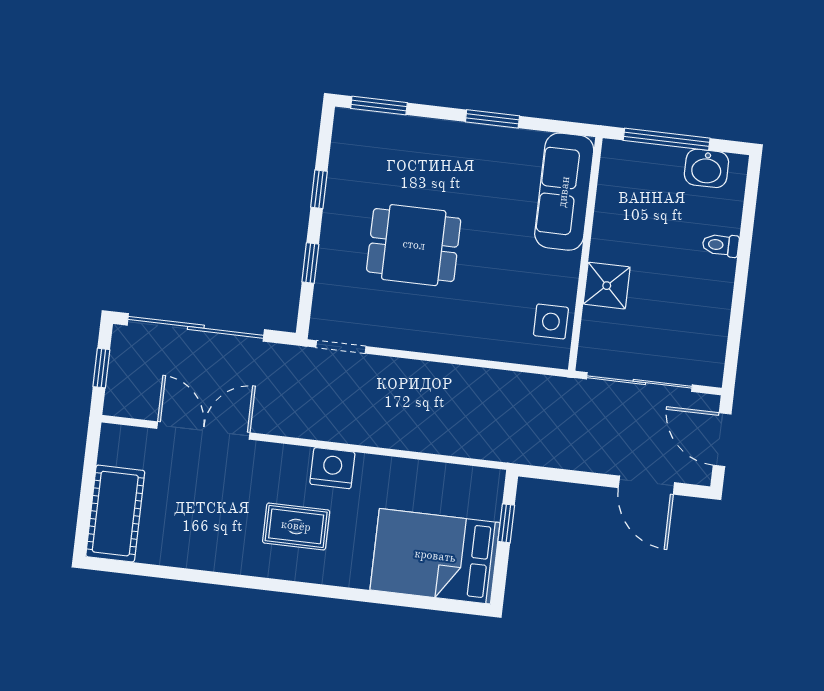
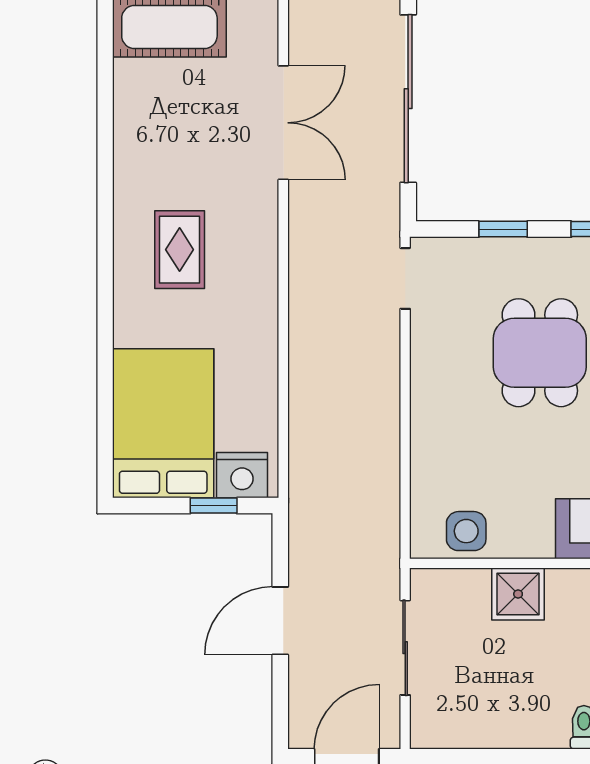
sliding door: (639, 382) -> (405, 648), width x0.73
nightstand: (332, 468) -> (242, 475), moved, turned 90
door: (646, 485) -> (280, 621), moved

